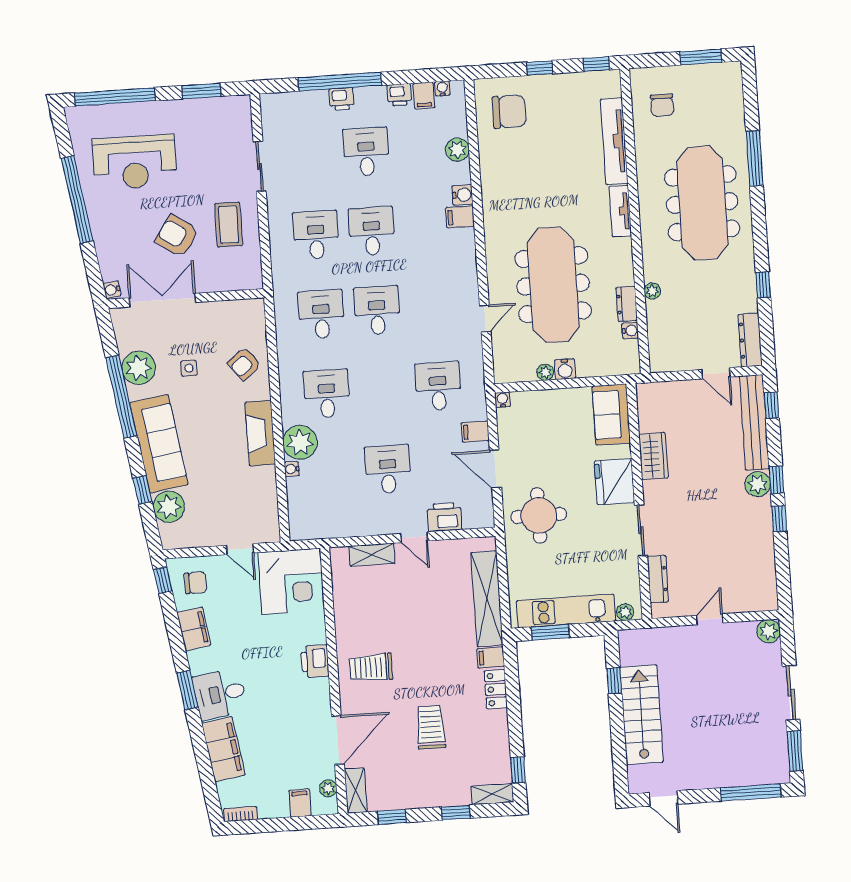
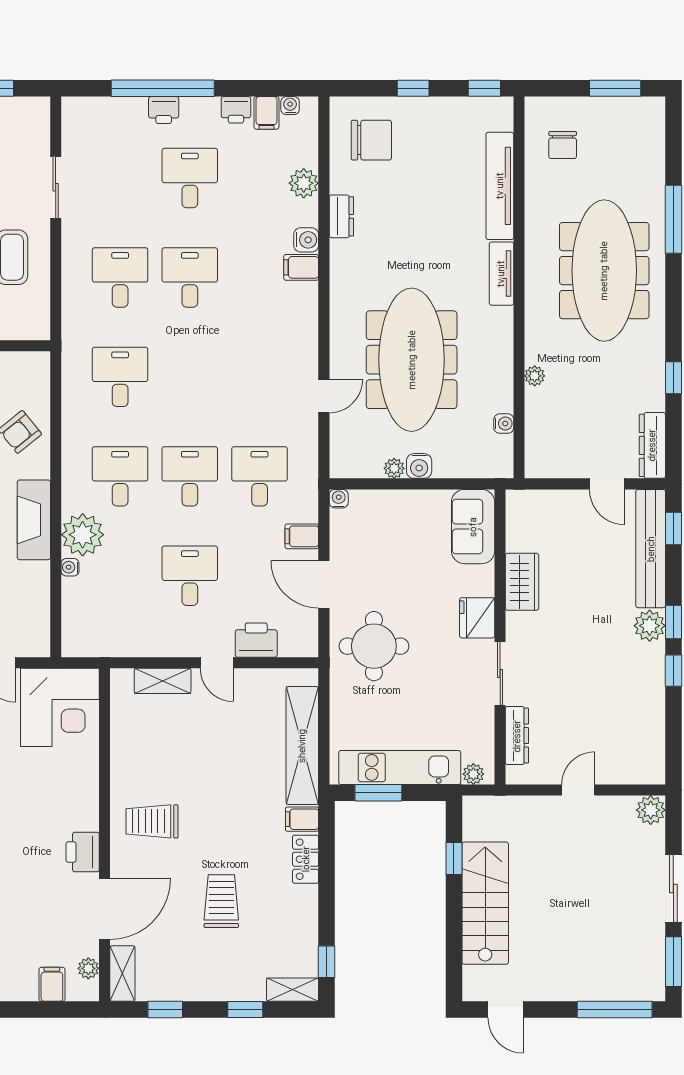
dresser: (627, 304) -> (341, 216), moved, turned 180
desk: (377, 310) -> (190, 476), moved
fridge: (614, 482) -> (477, 618), width x0.73, depth x0.75
printer: (315, 661) -> (83, 852), moved

